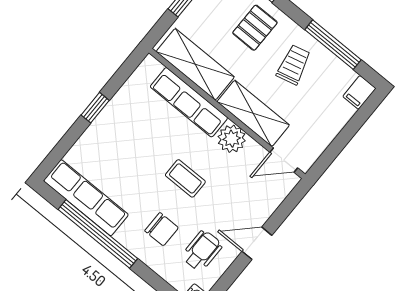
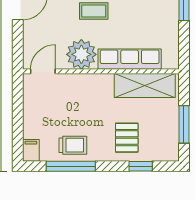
trolley: (294, 65) -> (73, 145), moved, turned -76
shelving: (253, 113) -> (85, 85), removed
plant: (232, 139) -> (81, 54), width x1.36, depth x1.36

